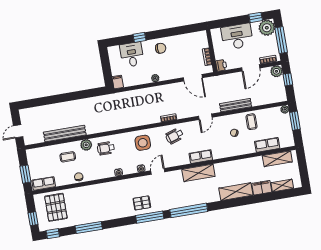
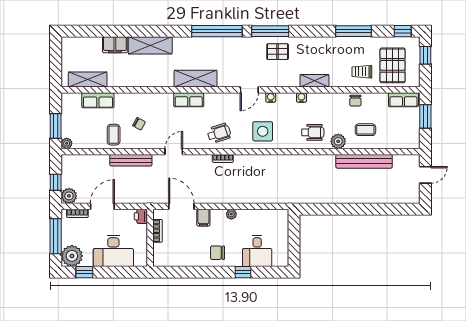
filing cabinet: (118, 82) -> (203, 218), moved
shelving: (282, 185) -> (315, 81), moved
trolley: (78, 199) -> (362, 72), added

